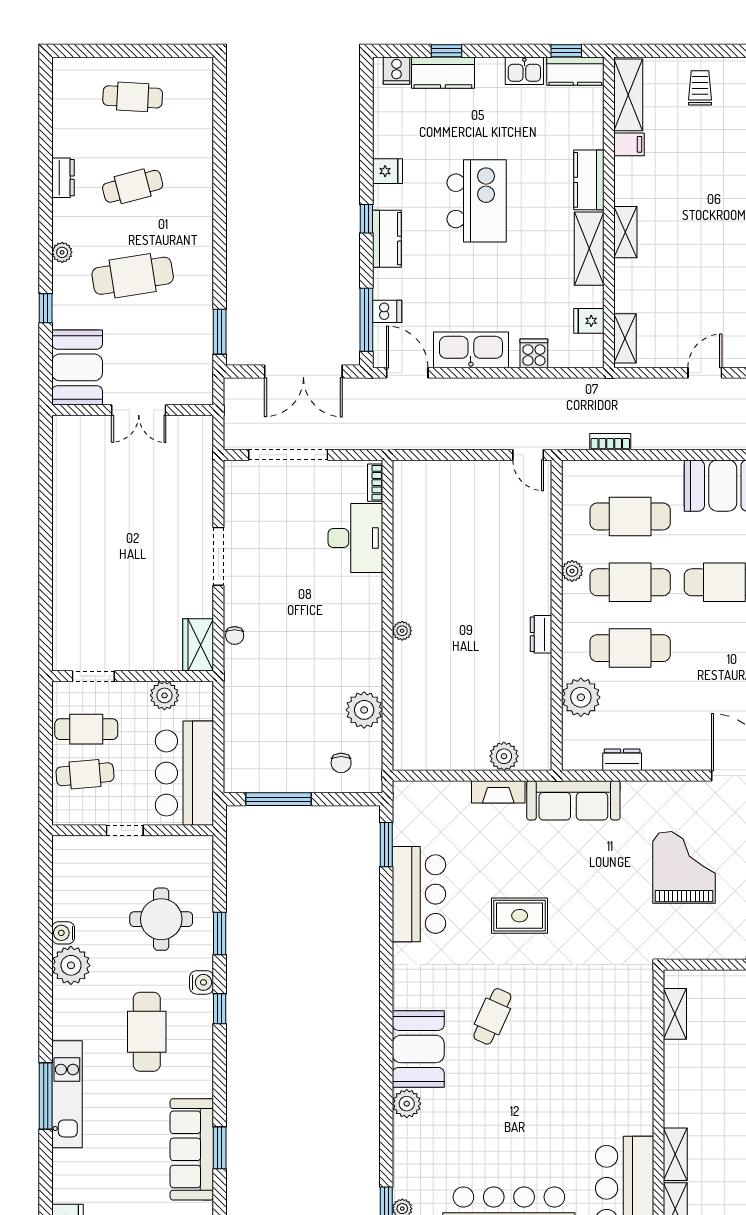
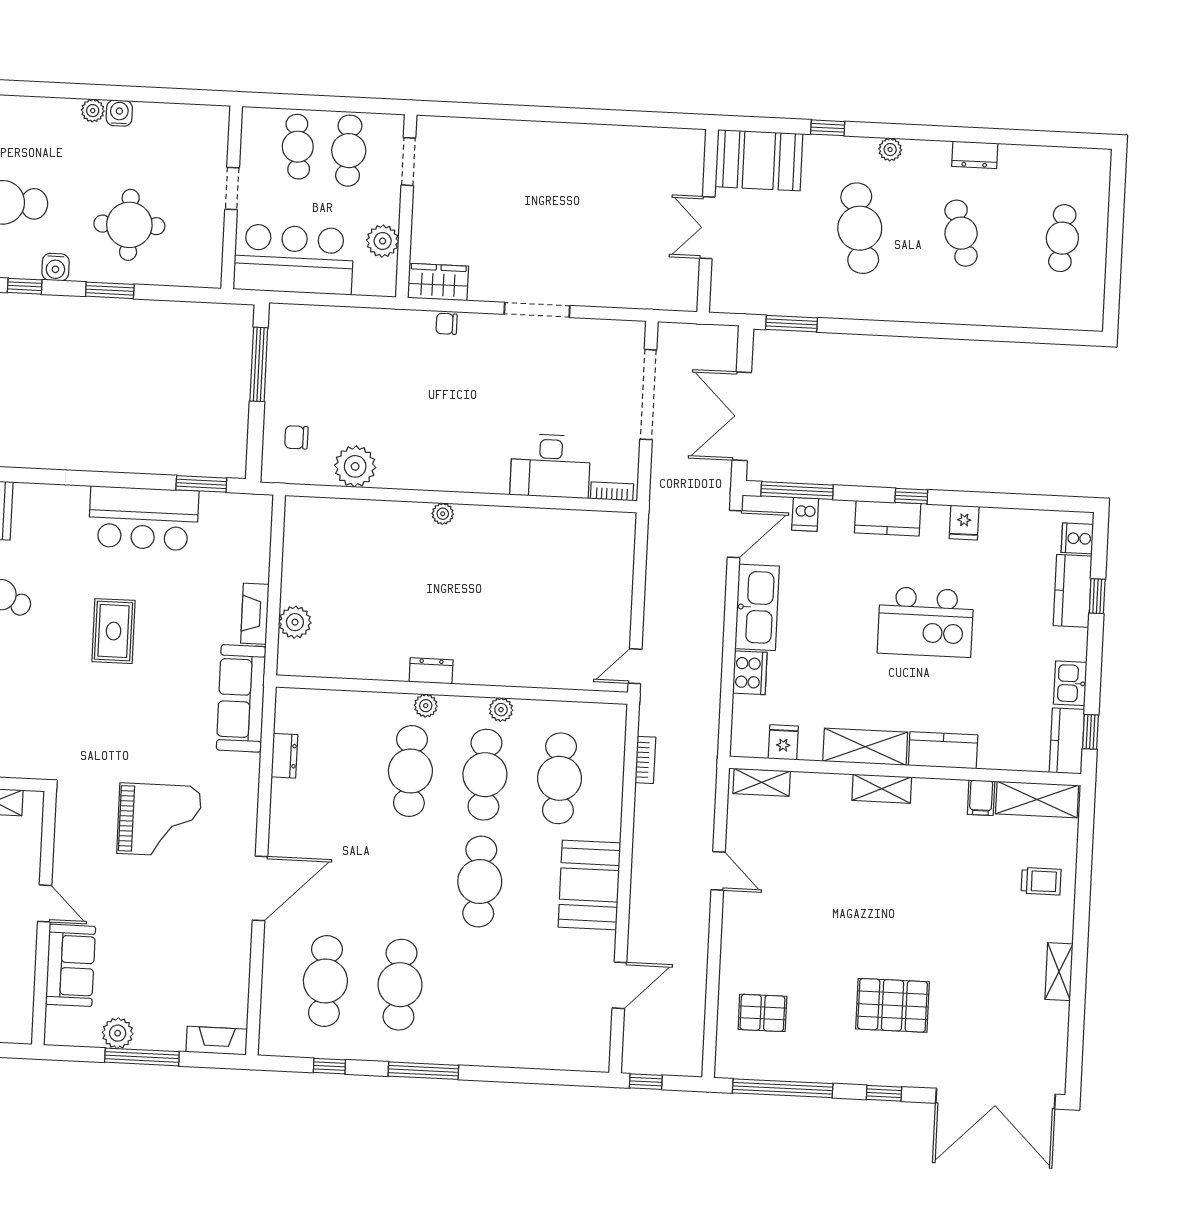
cooker: (534, 353) -> (750, 673), width x1.36
plant: (581, 697) -> (426, 706), moved, width x0.53, depth x0.53
plant: (71, 965) -> (93, 111), width x0.53, depth x0.53

